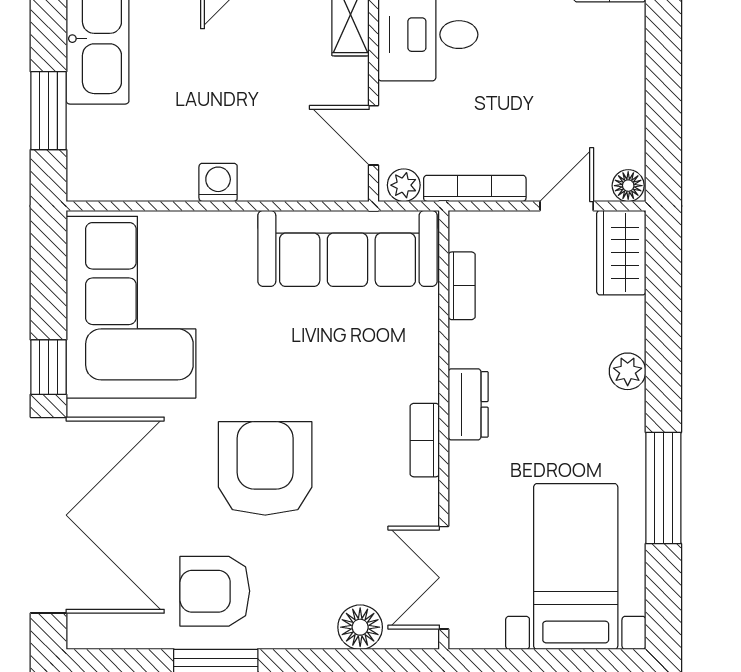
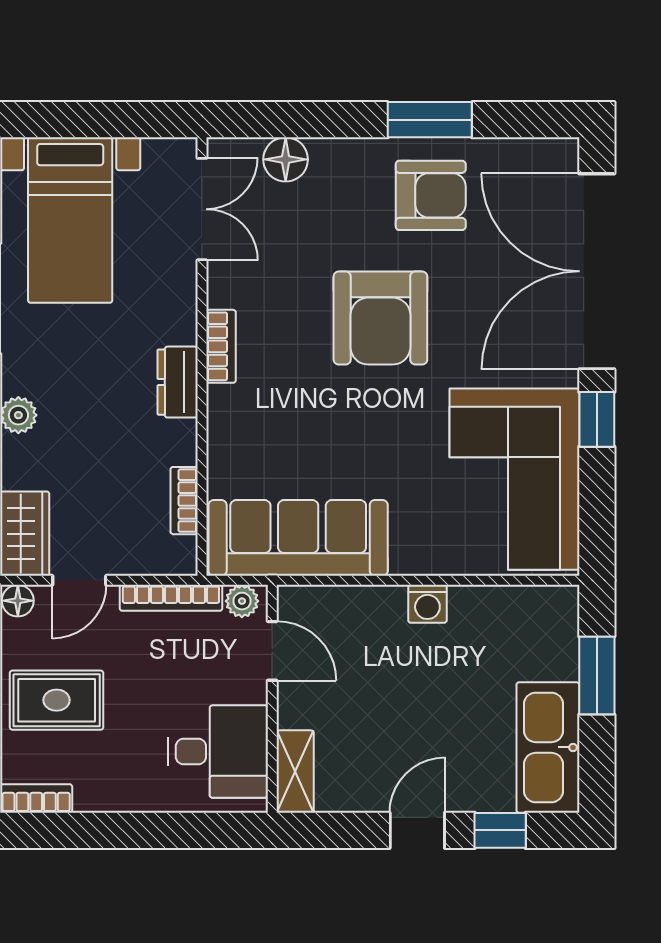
rug: (589, 86) -> (57, 700), added

